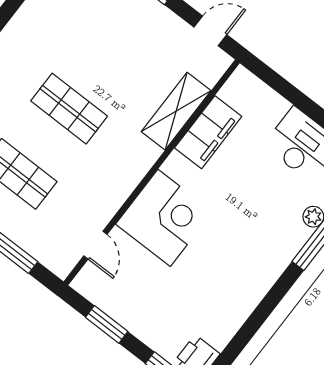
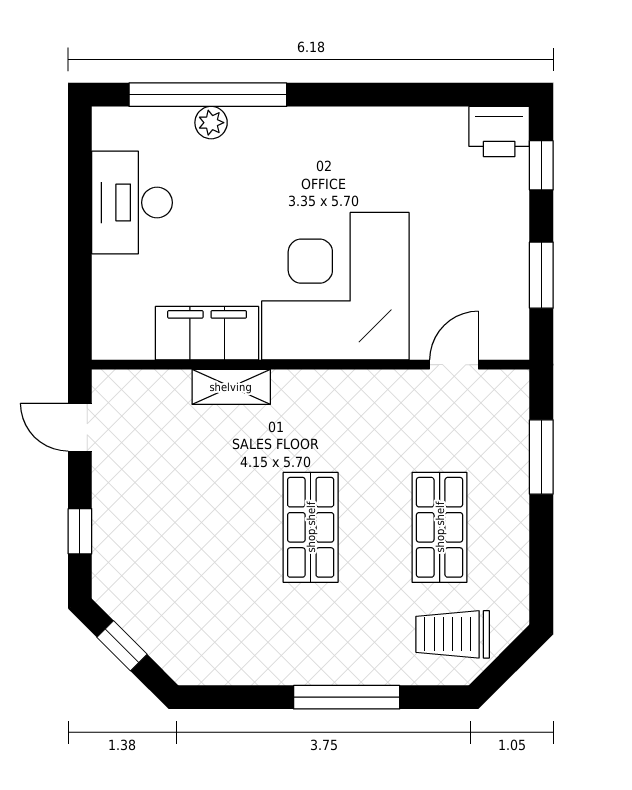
shelving: (176, 111) -> (231, 387), width x0.67, depth x0.75
corner desk: (164, 218) -> (335, 286), width x1.36, depth x1.36

